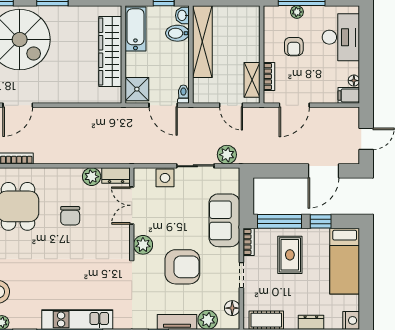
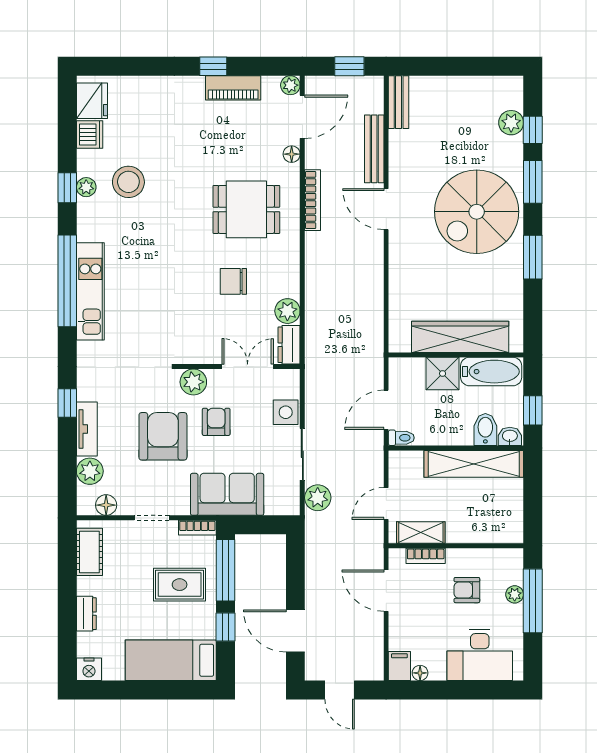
shower: (137, 89) -> (443, 374), moved
armchair: (172, 228) -> (216, 422), added
armchair: (182, 267) -> (163, 436), turned 180

